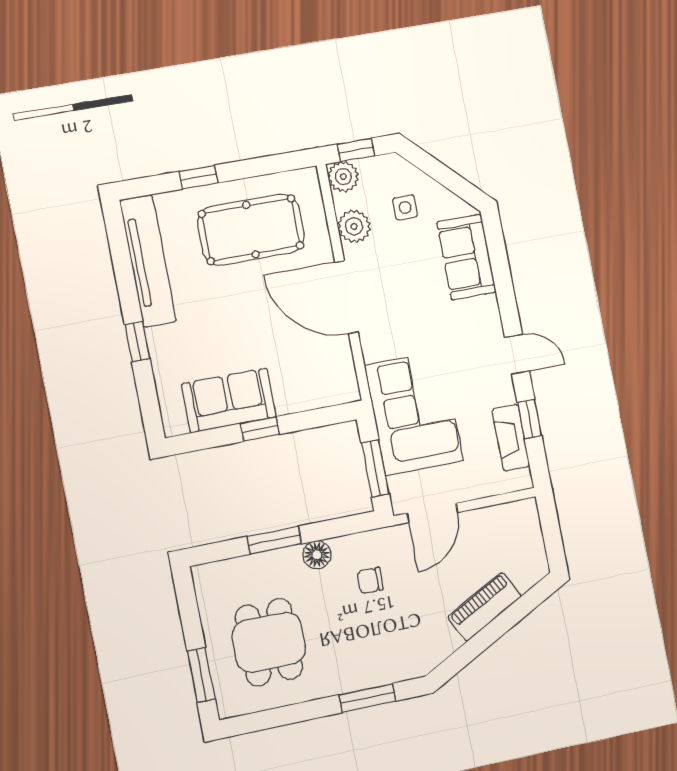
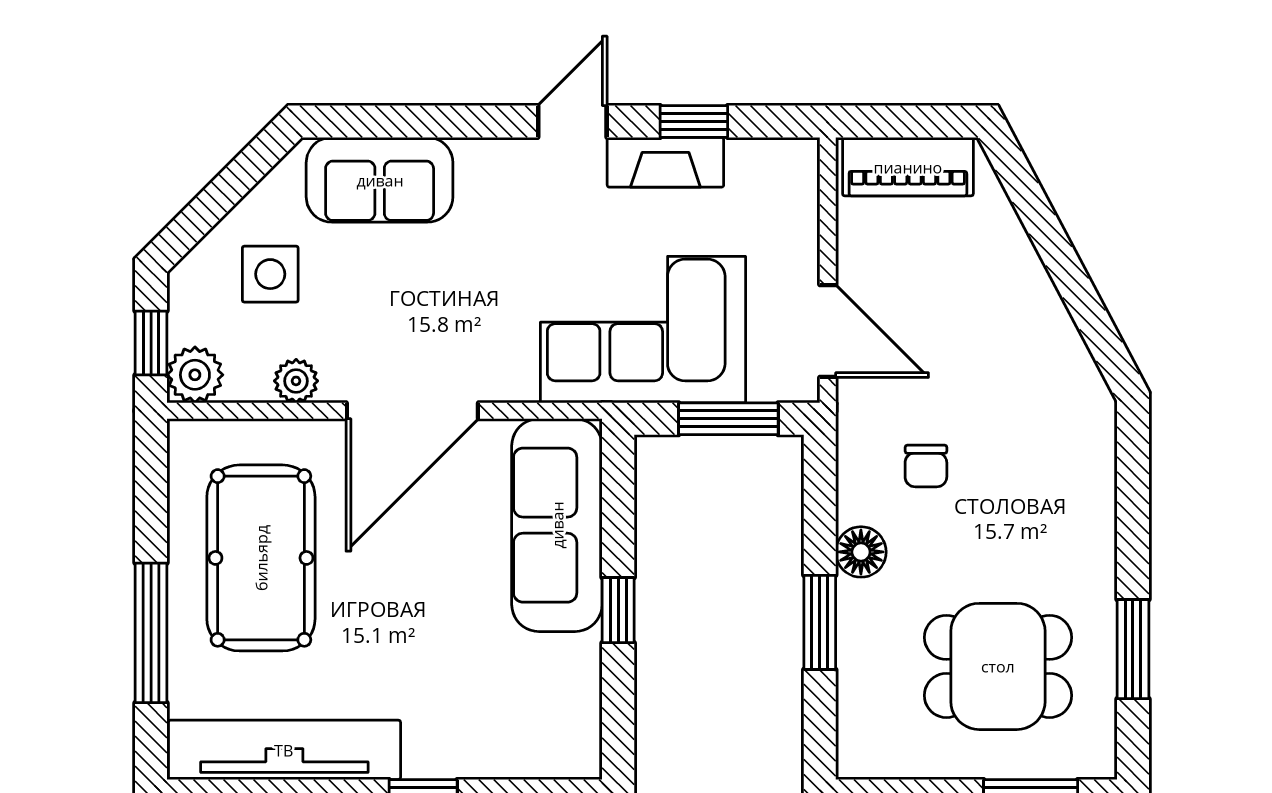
window: (198, 177) -> (151, 633), width x2.17
side table: (405, 208) -> (270, 274), width x1.37, depth x1.37
plant: (354, 226) -> (296, 381), width x0.73, depth x0.73
sofa: (229, 400) -> (557, 525), moved, width x1.36
fireplace: (511, 438) -> (665, 162), moved
piano: (485, 607) -> (908, 167), moved, turned -62
window: (367, 698) -> (1133, 649), moved

